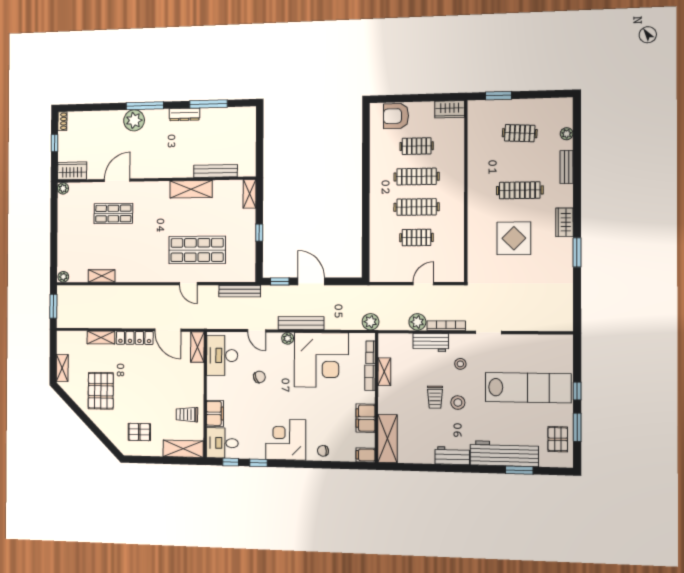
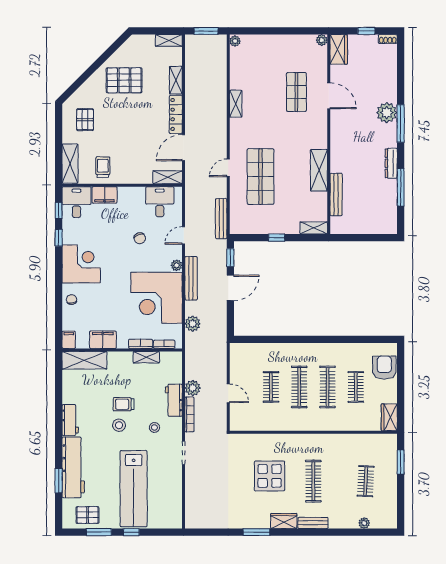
bench: (566, 167) -> (313, 523), moved
shelving: (102, 276) -> (236, 104), moved
plant: (371, 322) -> (193, 324), moved
desk: (222, 355) -> (160, 202), width x0.73
shelving: (62, 368) -> (169, 40), moved

